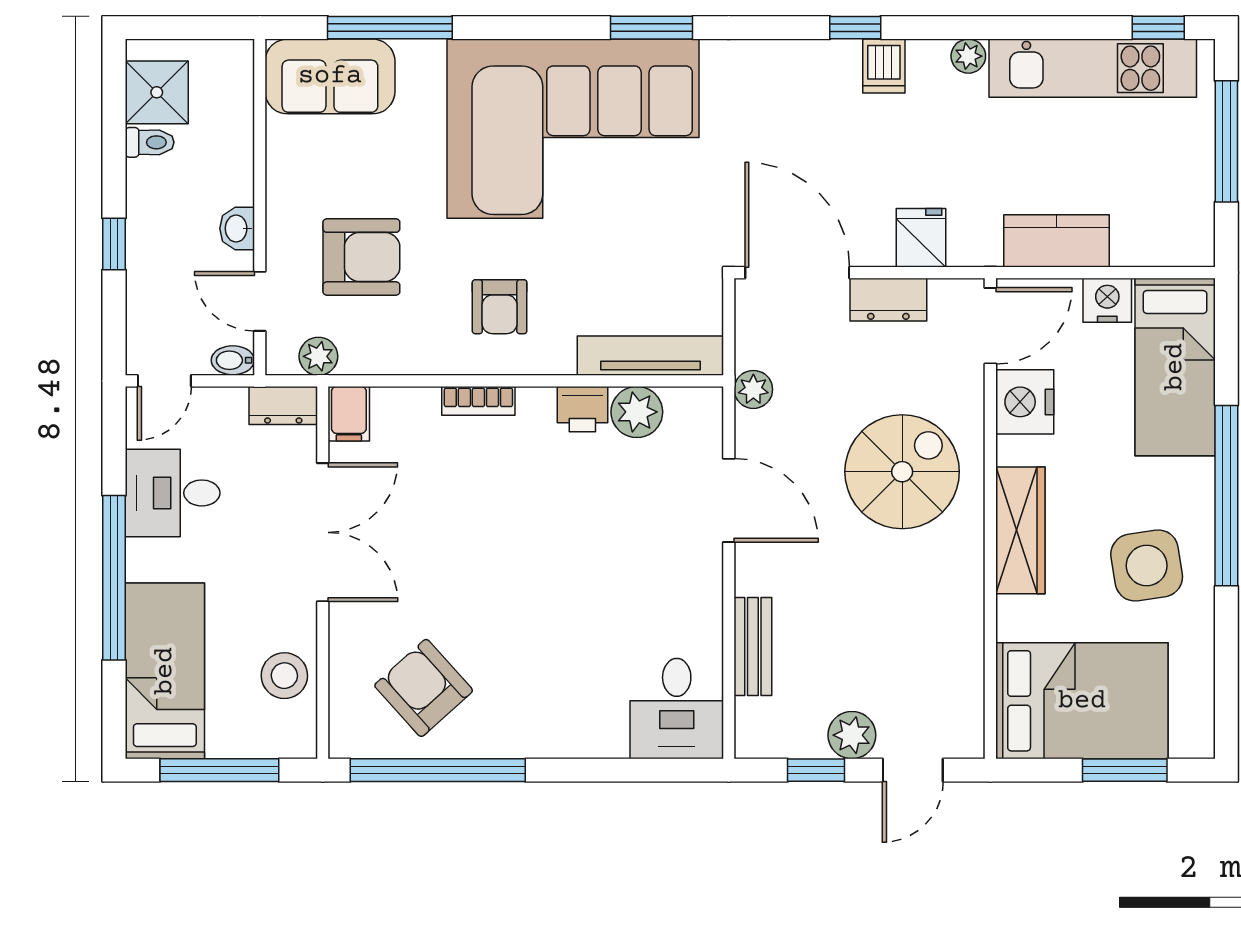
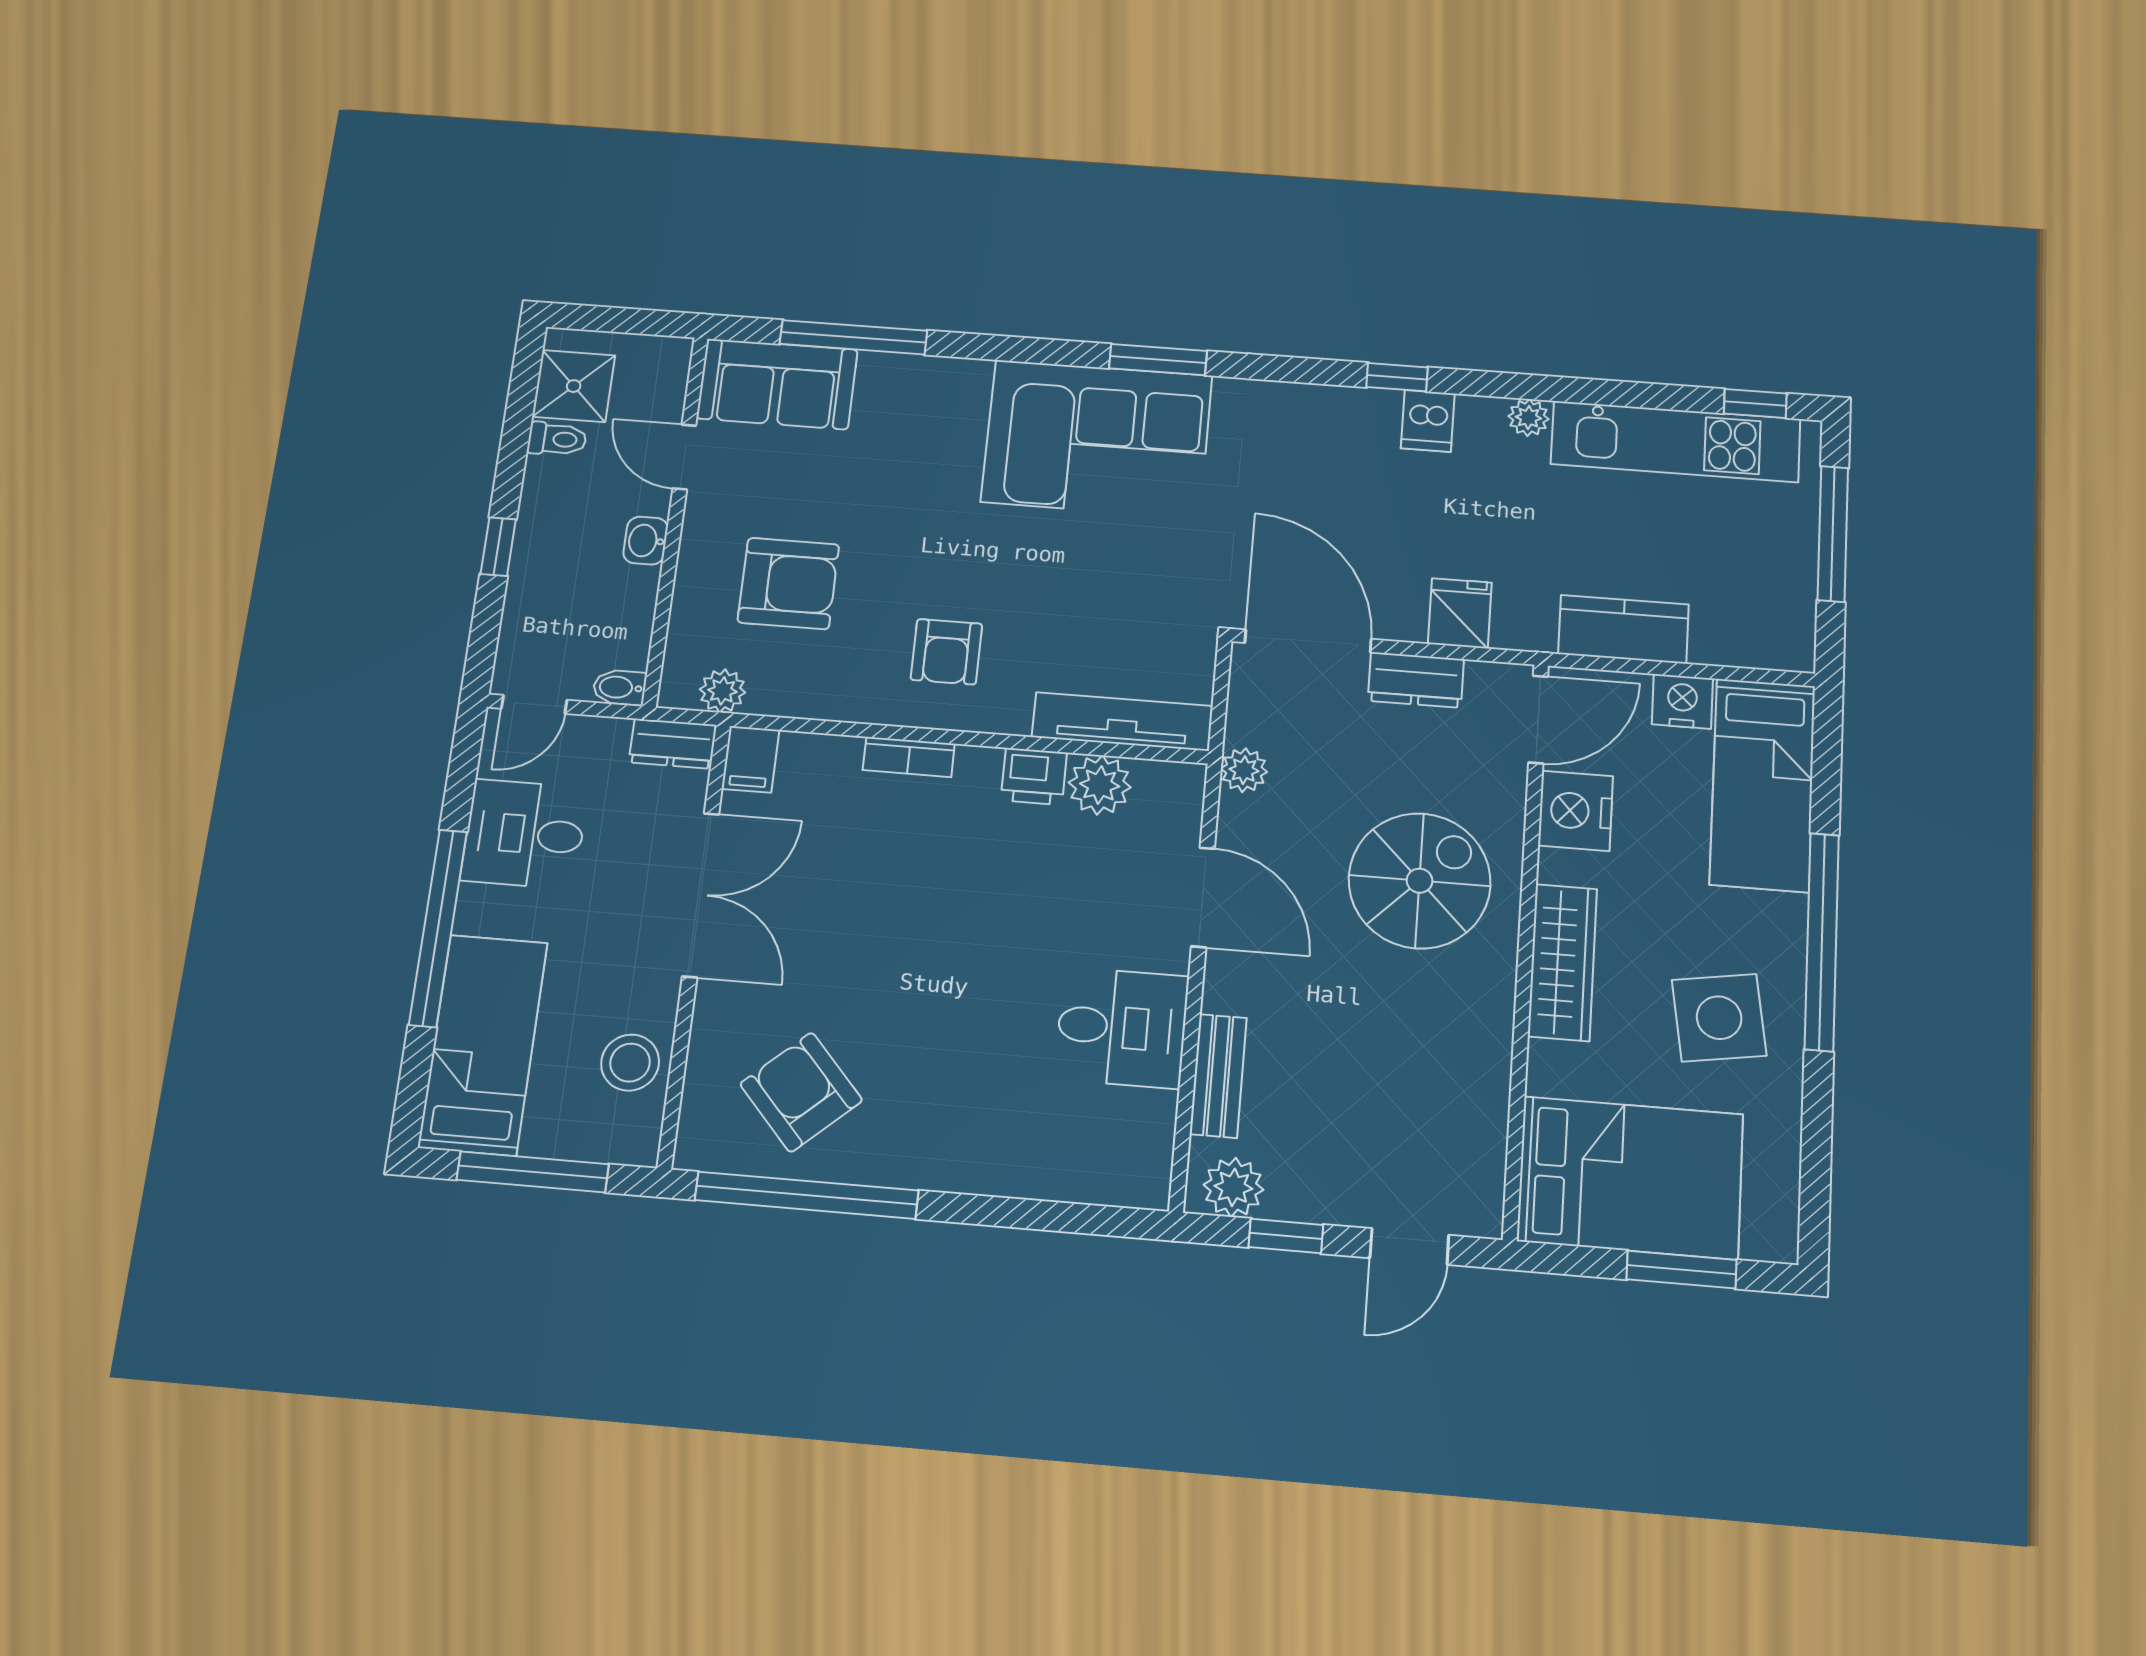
corner sofa: (573, 129) -> (1097, 439), width x0.73, depth x0.74
door: (260, 301) -> (684, 457), moved
desk: (677, 709) -> (1122, 1028), moved, turned -90
plant: (852, 735) -> (1233, 1187), moved

